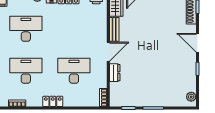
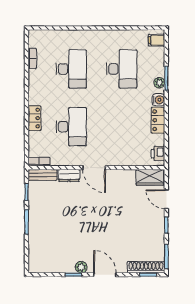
bench: (114, 29) -> (43, 175), moved
door: (197, 43) -> (105, 275), hinge flipped
plant: (191, 97) -> (81, 267), moved
locker: (53, 101) -> (34, 118), moved

